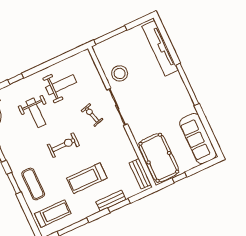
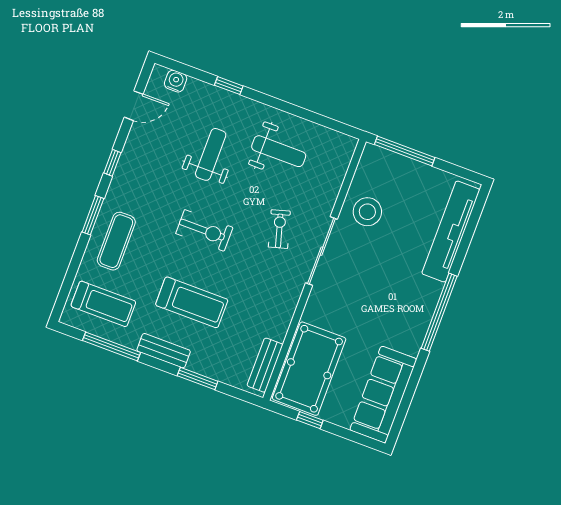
weight bench: (36, 113) -> (211, 154), turned 180
treadmill: (87, 178) -> (192, 302), turned 180
bench: (111, 201) -> (164, 351), moved

